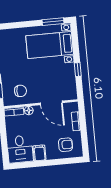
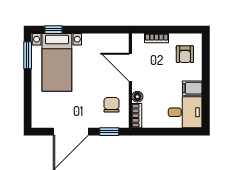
window: (78, 69) -> (53, 30), moved
door: (51, 103) -> (130, 67), swing flipped
armchair: (66, 145) -> (185, 54), turned 180

